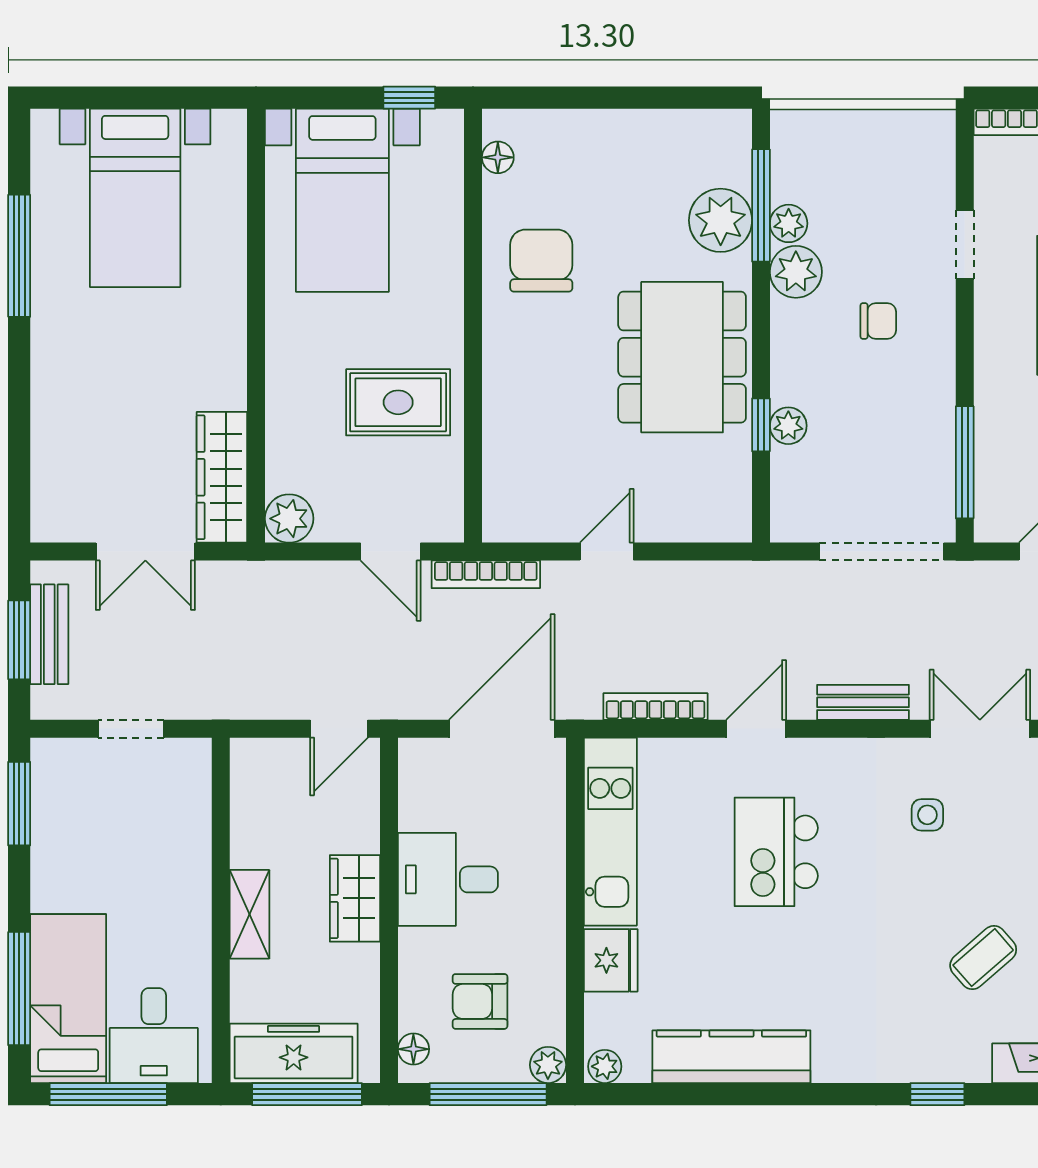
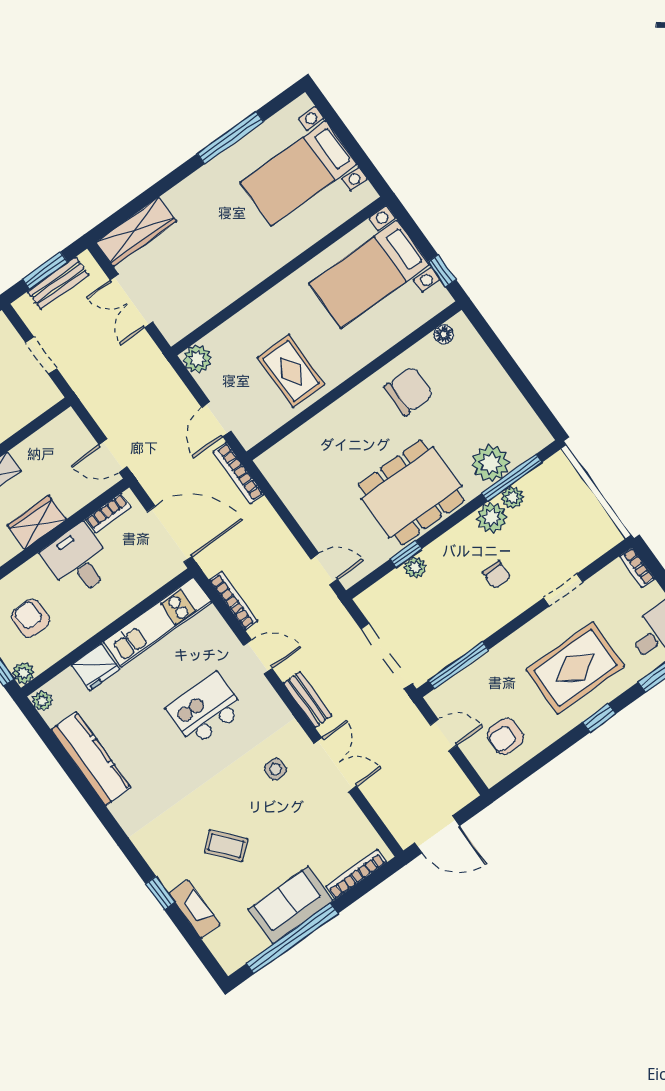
wardrobe: (222, 477) -> (136, 232), moved, turned 180
door: (607, 552) -> (324, 569), moved
bookcase: (413, 792) -> (108, 513), added
window: (937, 1094) -> (160, 893), moved

